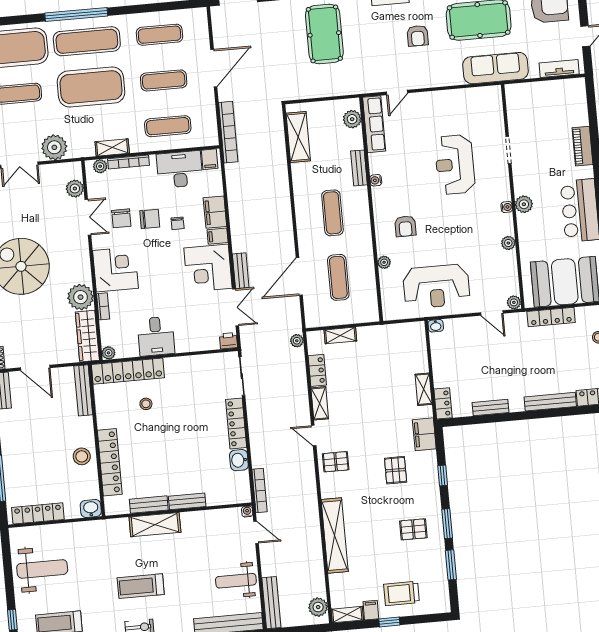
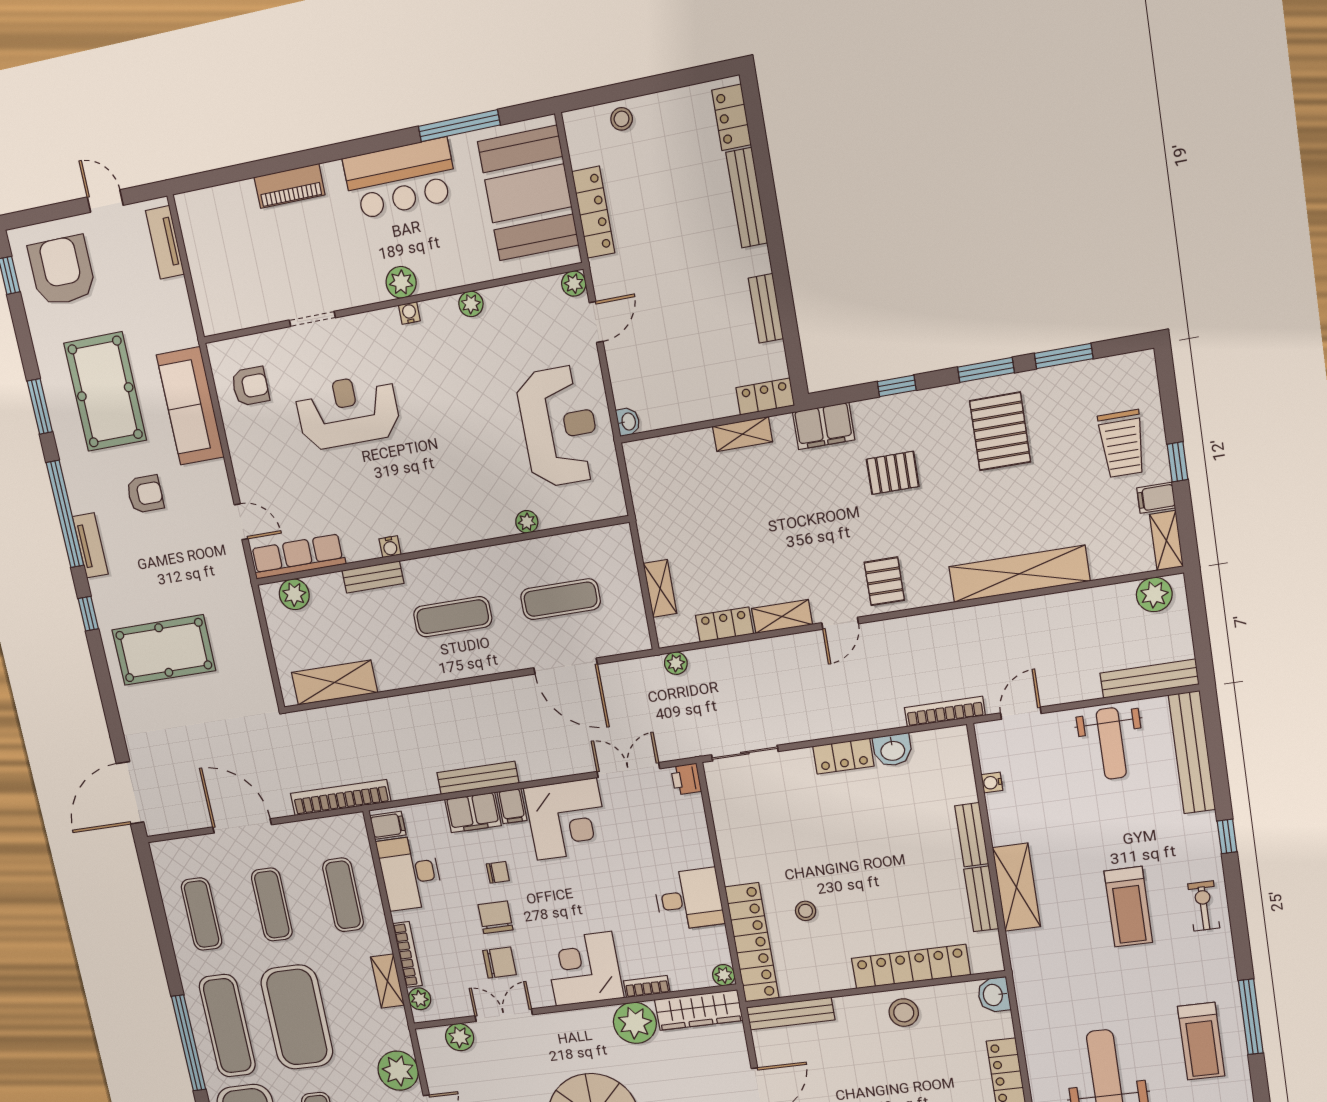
sofa: (495, 68) -> (190, 406), moved
reception desk: (455, 164) -> (348, 412), turned 180
armchair: (405, 226) -> (250, 386), moved
bench: (241, 271) -> (478, 778), moved, width x1.36
locker: (236, 423) -> (843, 756), width x0.66
water cooler: (247, 512) -> (992, 783), moved
pallet: (413, 529) -> (1000, 431), width x1.50, depth x1.42

